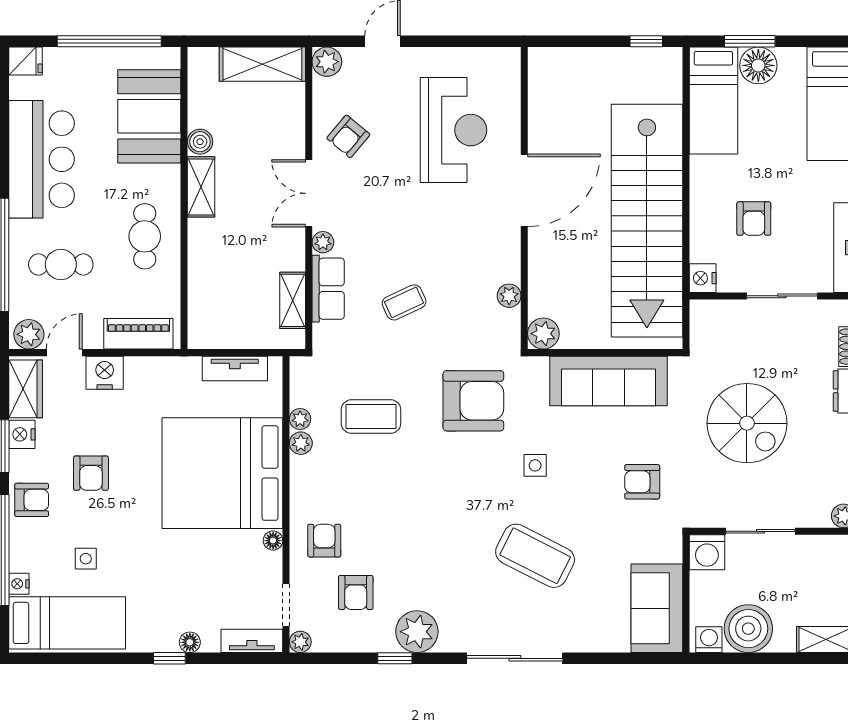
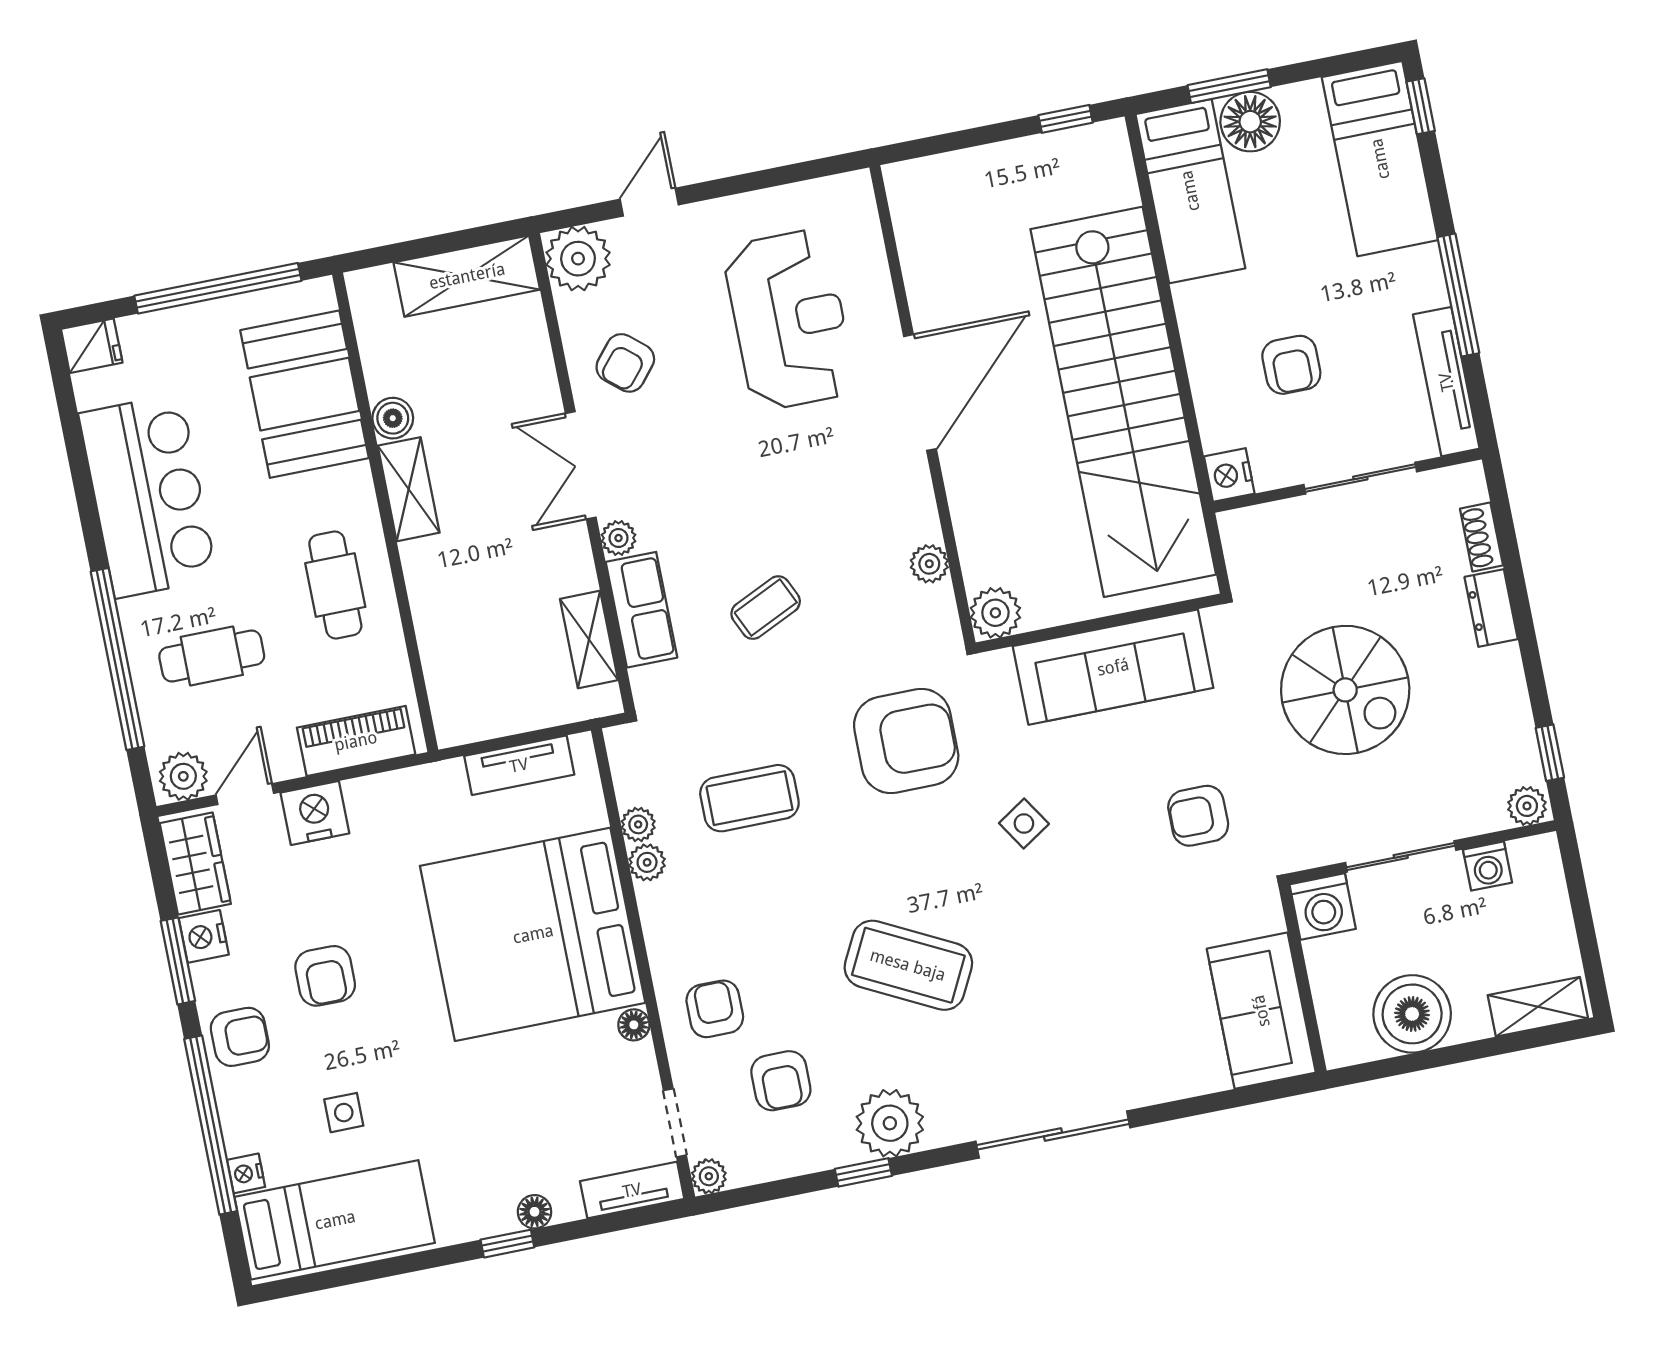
plant: (327, 62) -> (578, 259), width x1.36, depth x1.36
side table: (535, 465) -> (1024, 823), turned -33
coffee table: (535, 556) -> (908, 965), moved
washing machine: (709, 640) -> (1487, 866), moved, turned 180

